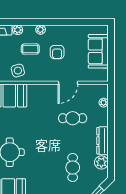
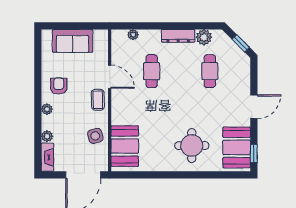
coffee table: (30, 49) -> (98, 100), moved
armchair: (57, 52) -> (59, 86), moved, turned -90
cafe table: (73, 167) -> (210, 71), turned 90

